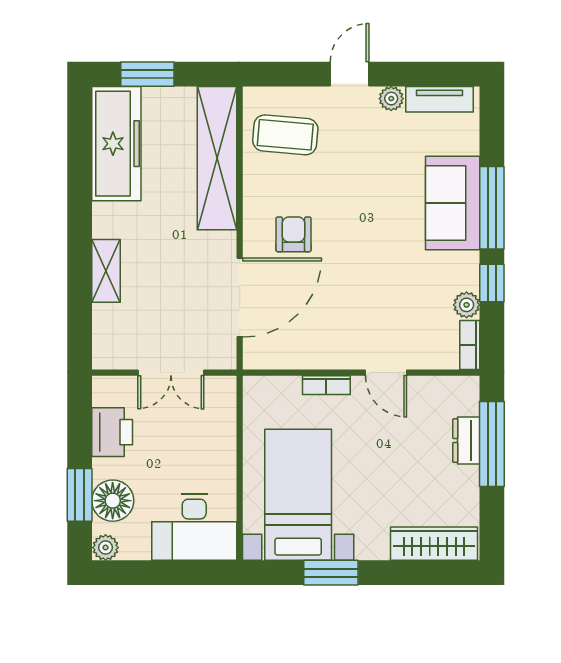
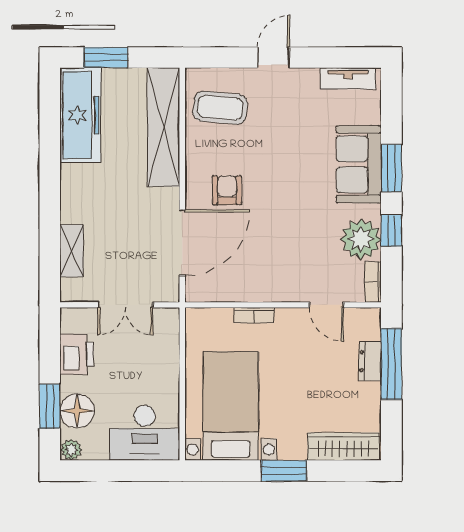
plant: (391, 99) -> (308, 78), removed
window: (492, 208) -> (391, 168), width x0.69
shelving: (106, 271) -> (72, 251), moved
plant: (467, 305) -> (361, 239), width x1.88, depth x1.88
door: (386, 373) -> (326, 305), moved
window: (331, 573) -> (284, 471), moved

